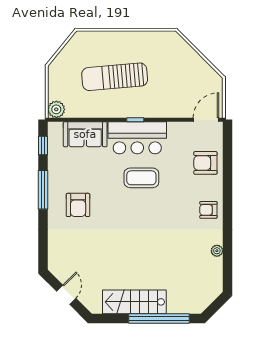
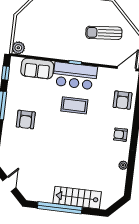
sun lounger: (115, 77) -> (104, 33), moved, width x0.73, depth x0.75
armchair: (205, 163) -> (123, 100), turned -90
stairs: (134, 302) -> (77, 198), moved
window: (159, 318) -> (60, 208), moved

